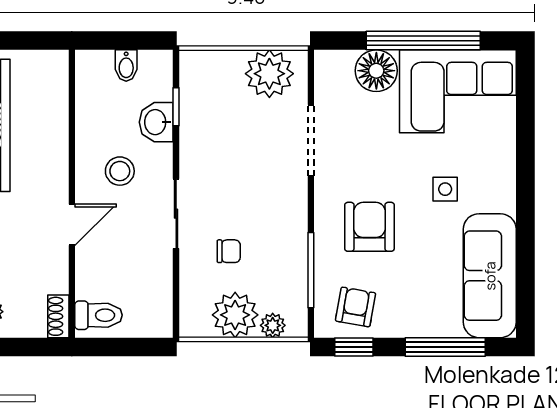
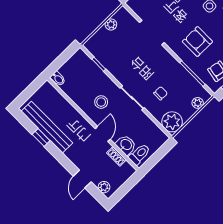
bidet: (126, 66) -> (58, 79), moved
plant: (269, 74) -> (111, 24), width x0.53, depth x0.53
washbasin: (156, 122) -> (126, 145), moved, turned 180
plant: (235, 315) -> (172, 122), moved
shoe rack: (58, 316) -> (116, 156), moved

